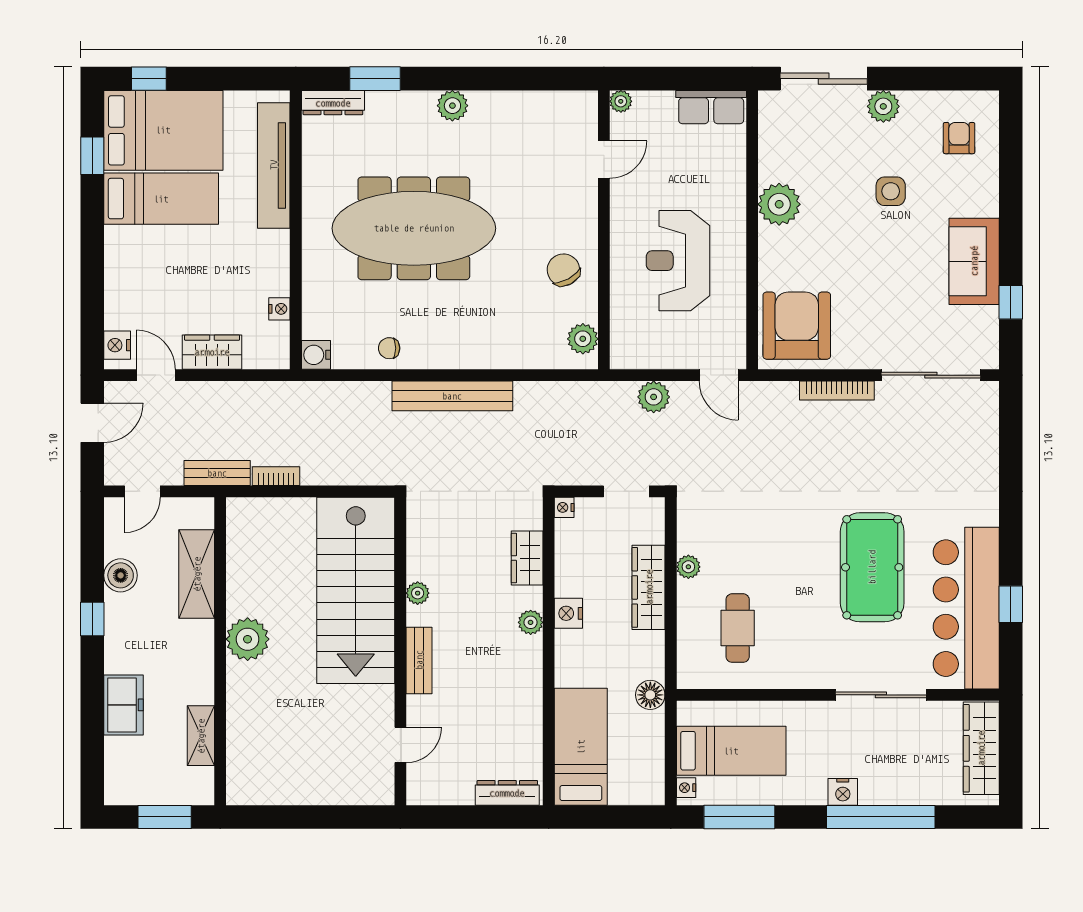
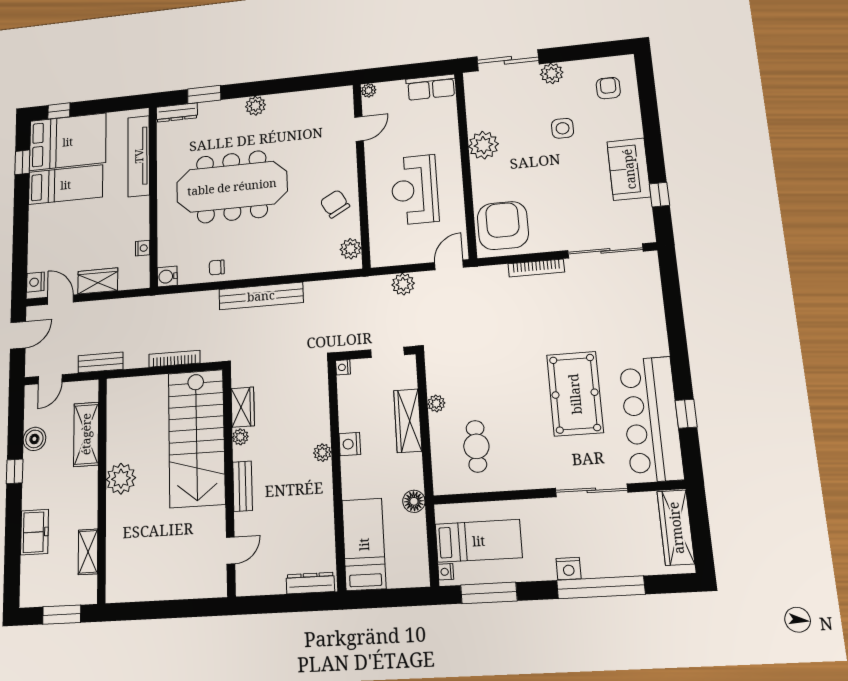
door: (719, 375) -> (449, 265), swing flipped
bookcase: (276, 476) -> (174, 359), moved, width x1.56
wardrobe: (527, 558) -> (243, 407), moved, turned 180

